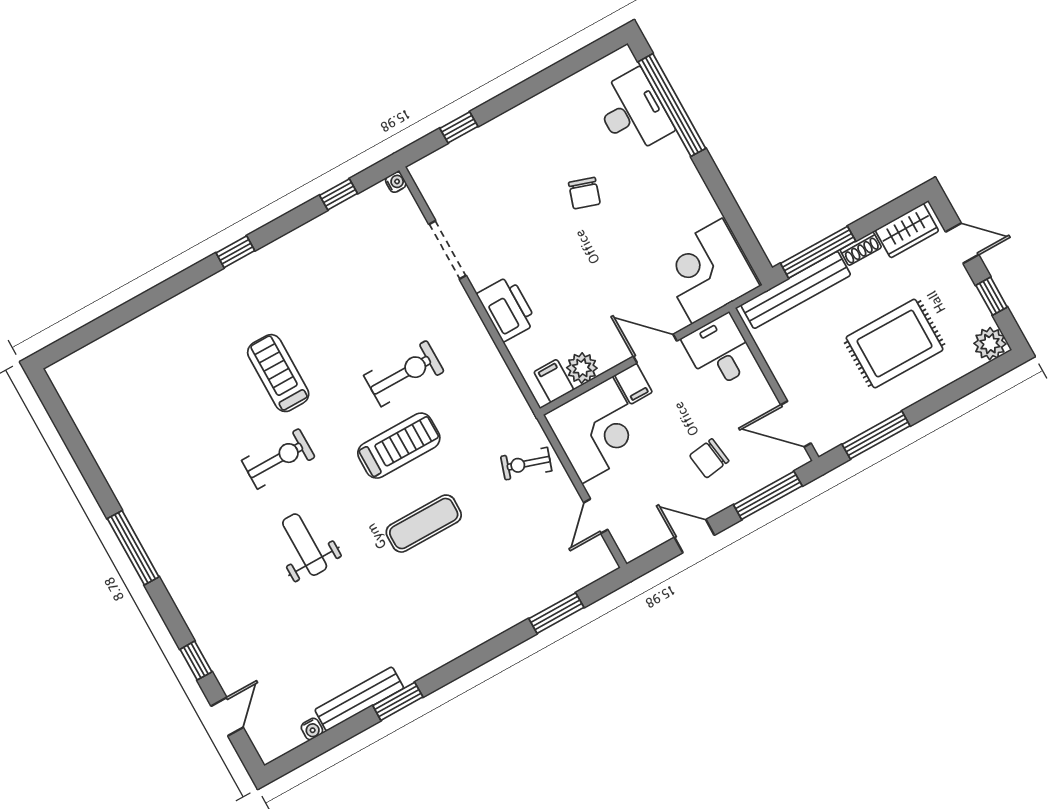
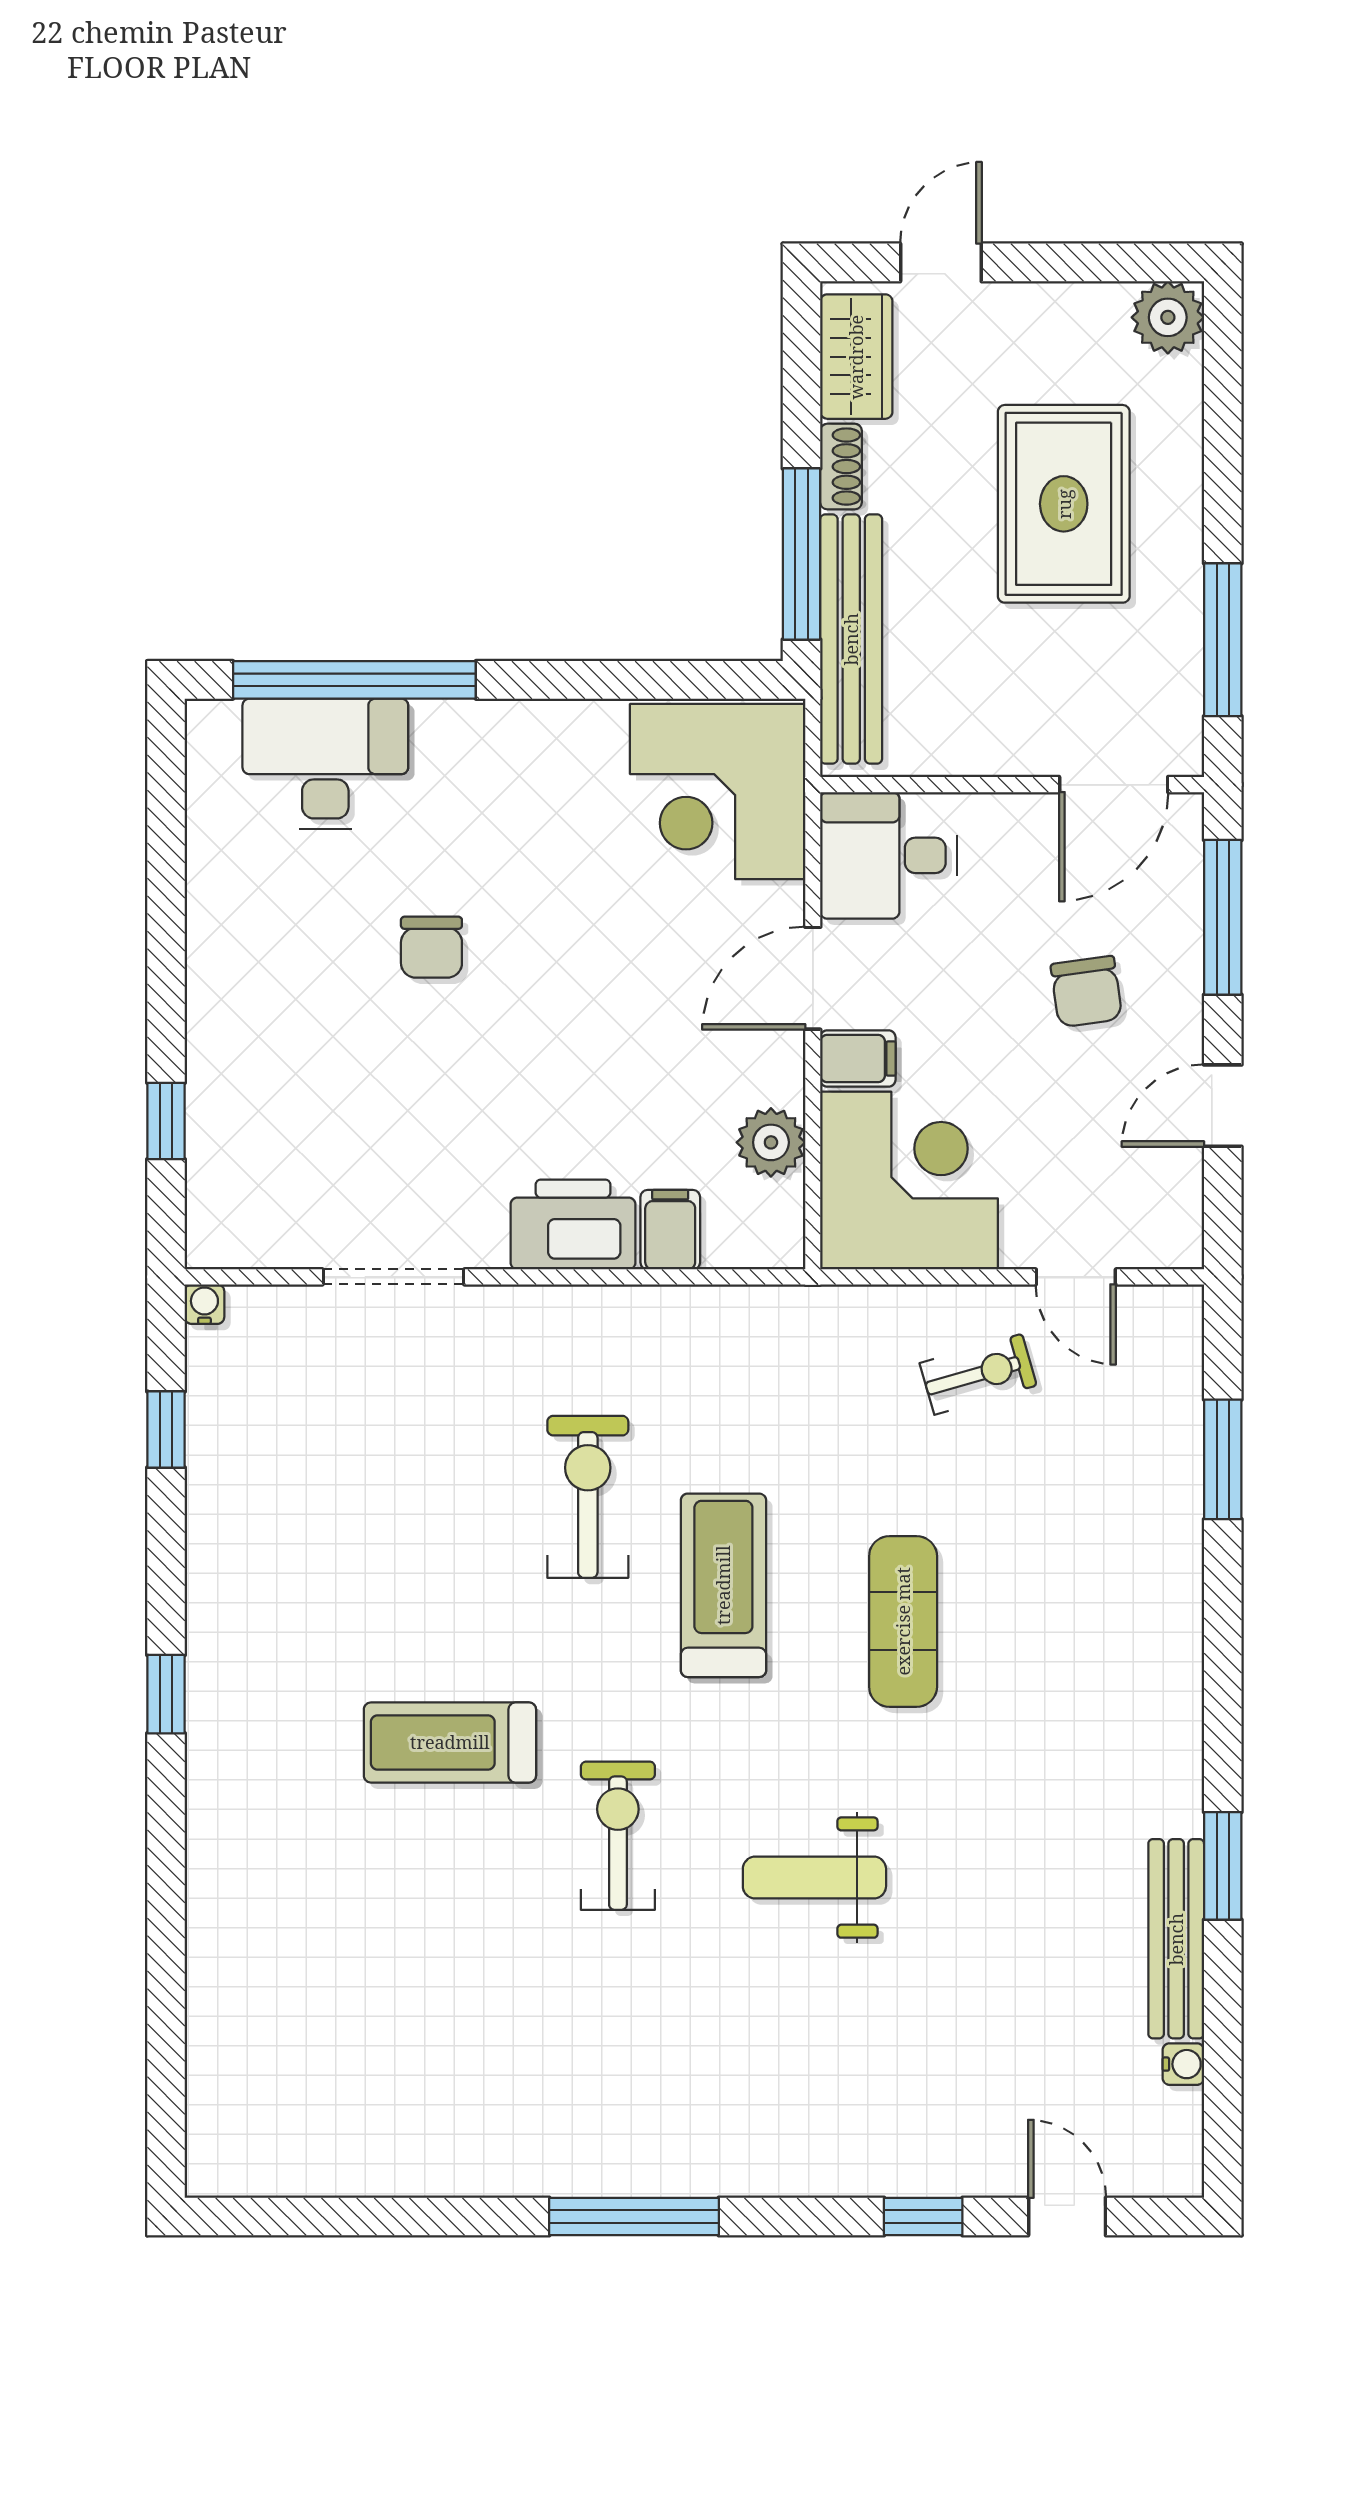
chair: (584, 193) -> (431, 947), turned 72
window: (992, 296) -> (1077, 262), removed
filing cabinet: (554, 381) -> (670, 1230), moved, turned 90
exercise bike: (526, 464) -> (978, 1374), moved, turned -124

